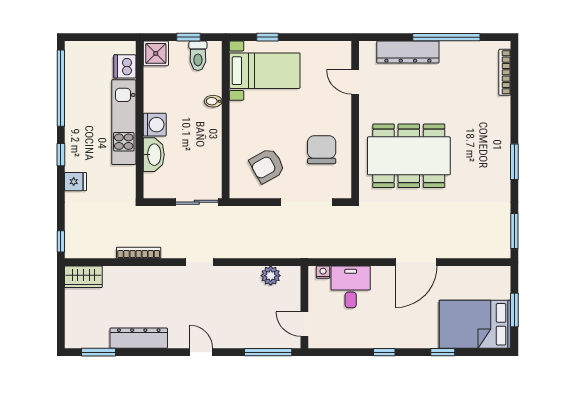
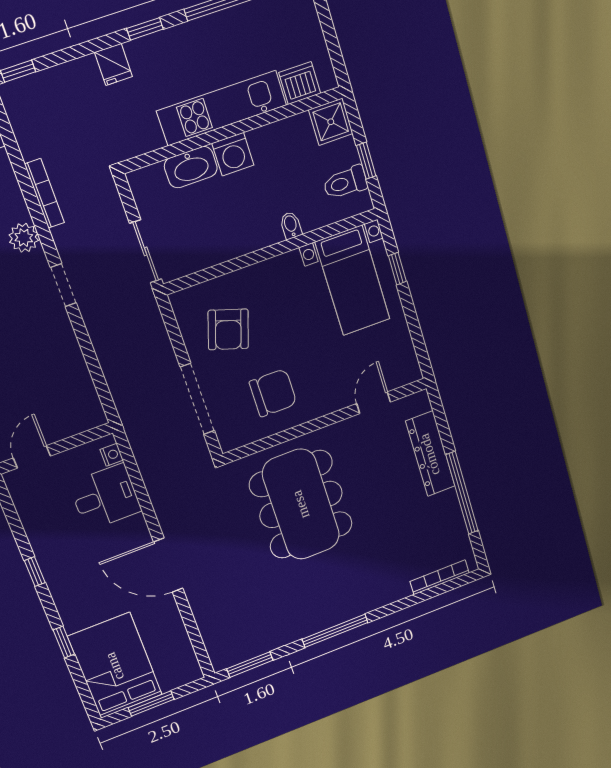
window: (514, 162) -> (335, 631), width x1.44
armchair: (267, 166) -> (228, 329), turned -133
plant: (271, 276) -> (24, 238), moved

